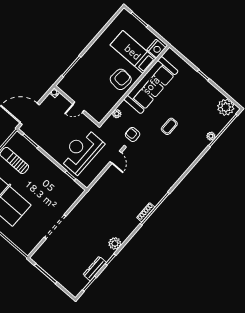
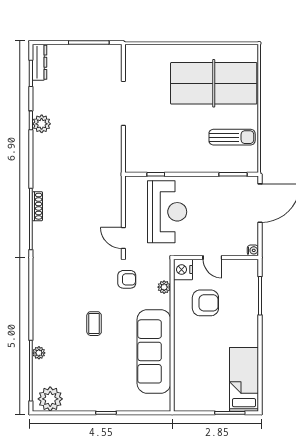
nightstand: (156, 49) -> (183, 270), moved
bed: (133, 52) -> (244, 379), moved, turned -90
armchair: (121, 79) -> (205, 303), moved, turned -96
door: (79, 107) -> (212, 257), swing flipped
plant: (115, 243) -> (42, 124), moved
dresser: (95, 269) -> (40, 62), moved

